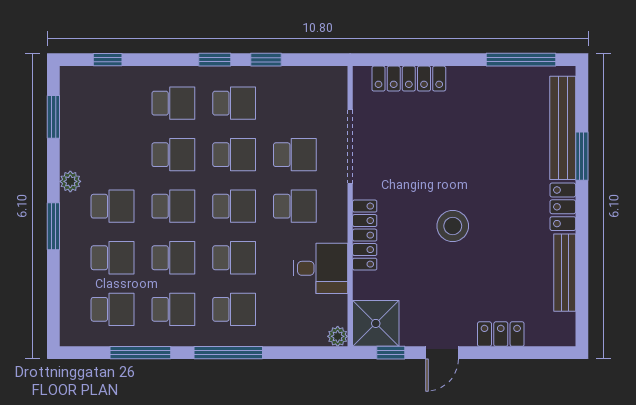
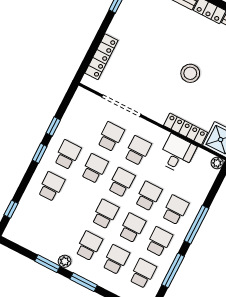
window: (53, 117) -> (47, 264), moved
school desk: (173, 155) -> (78, 200), removed
locker: (365, 235) -> (186, 129), moved

